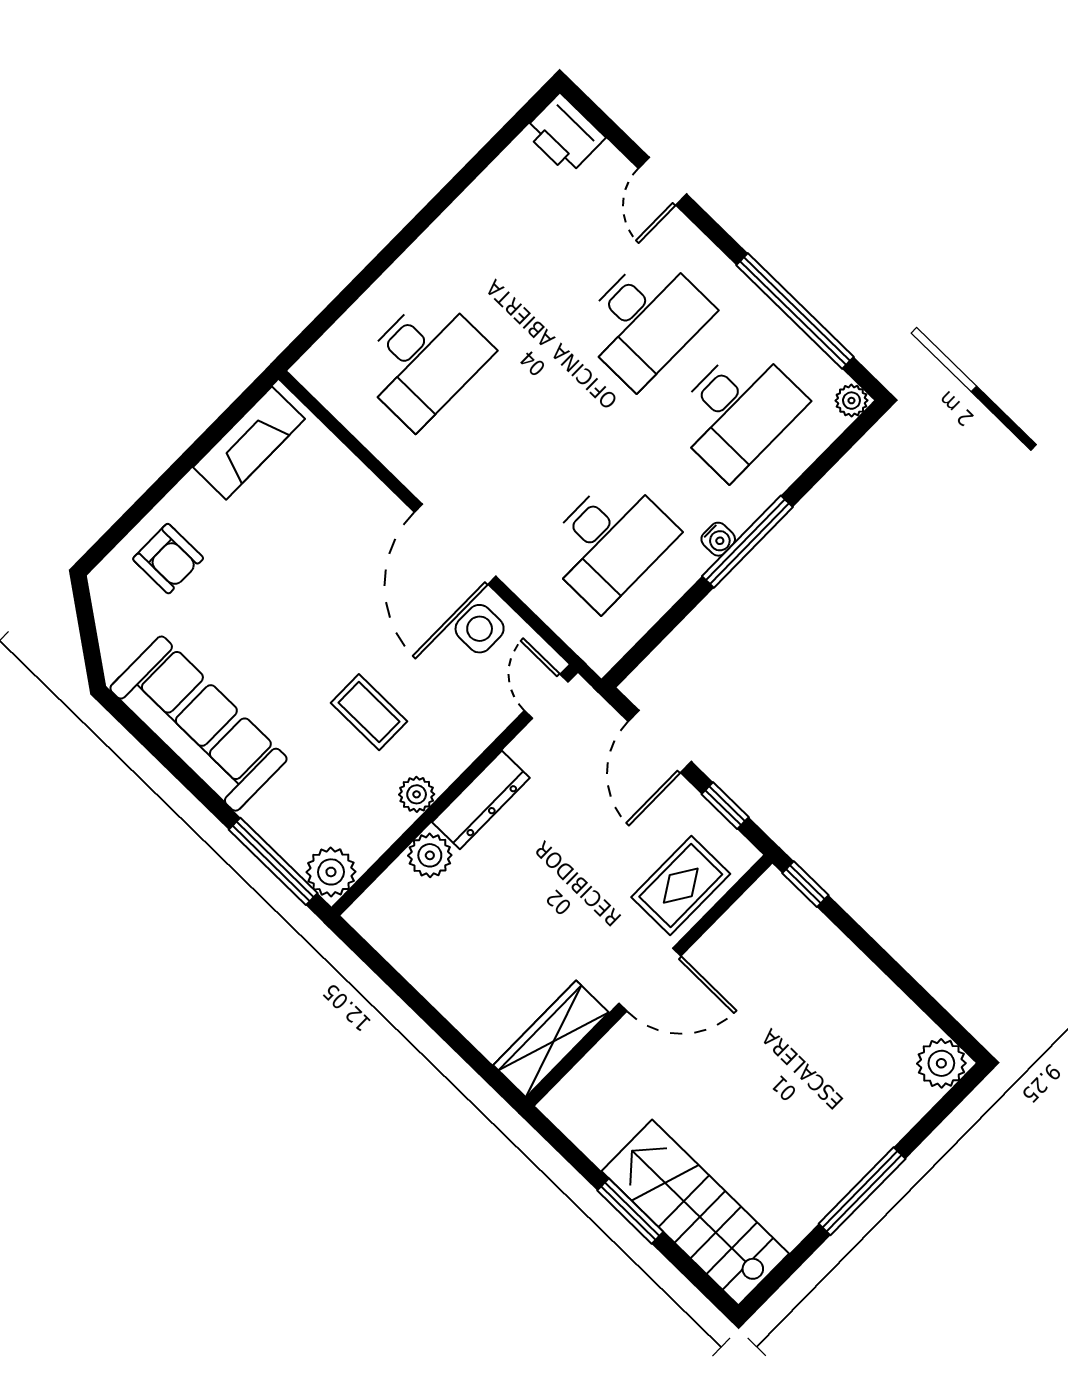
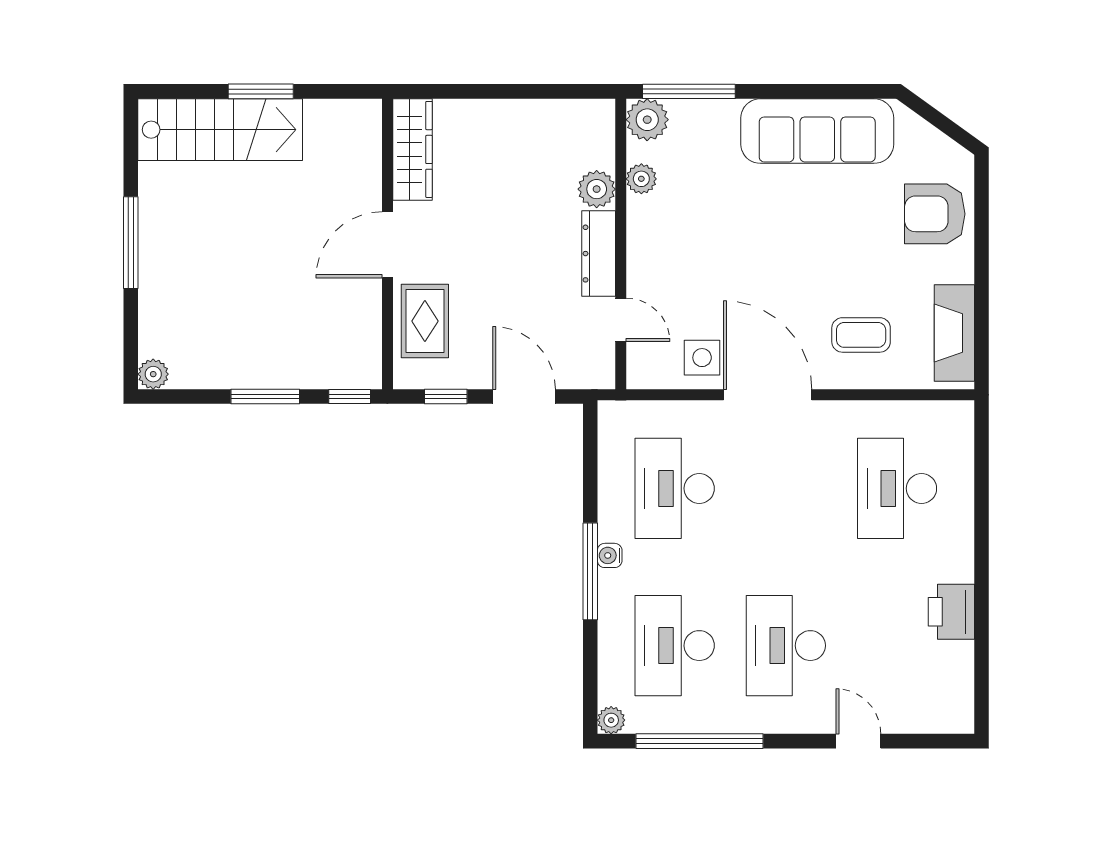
printer: (564, 134) -> (951, 612), moved, turned -90
armchair: (168, 559) -> (935, 214), width x1.38, depth x1.38
door: (546, 696) -> (621, 320), moved
coffee table: (369, 712) -> (861, 335), moved
plant: (417, 794) -> (641, 179), moved
window: (876, 953) -> (265, 397), added
plant: (941, 1063) -> (153, 374), width x0.73, depth x0.73

